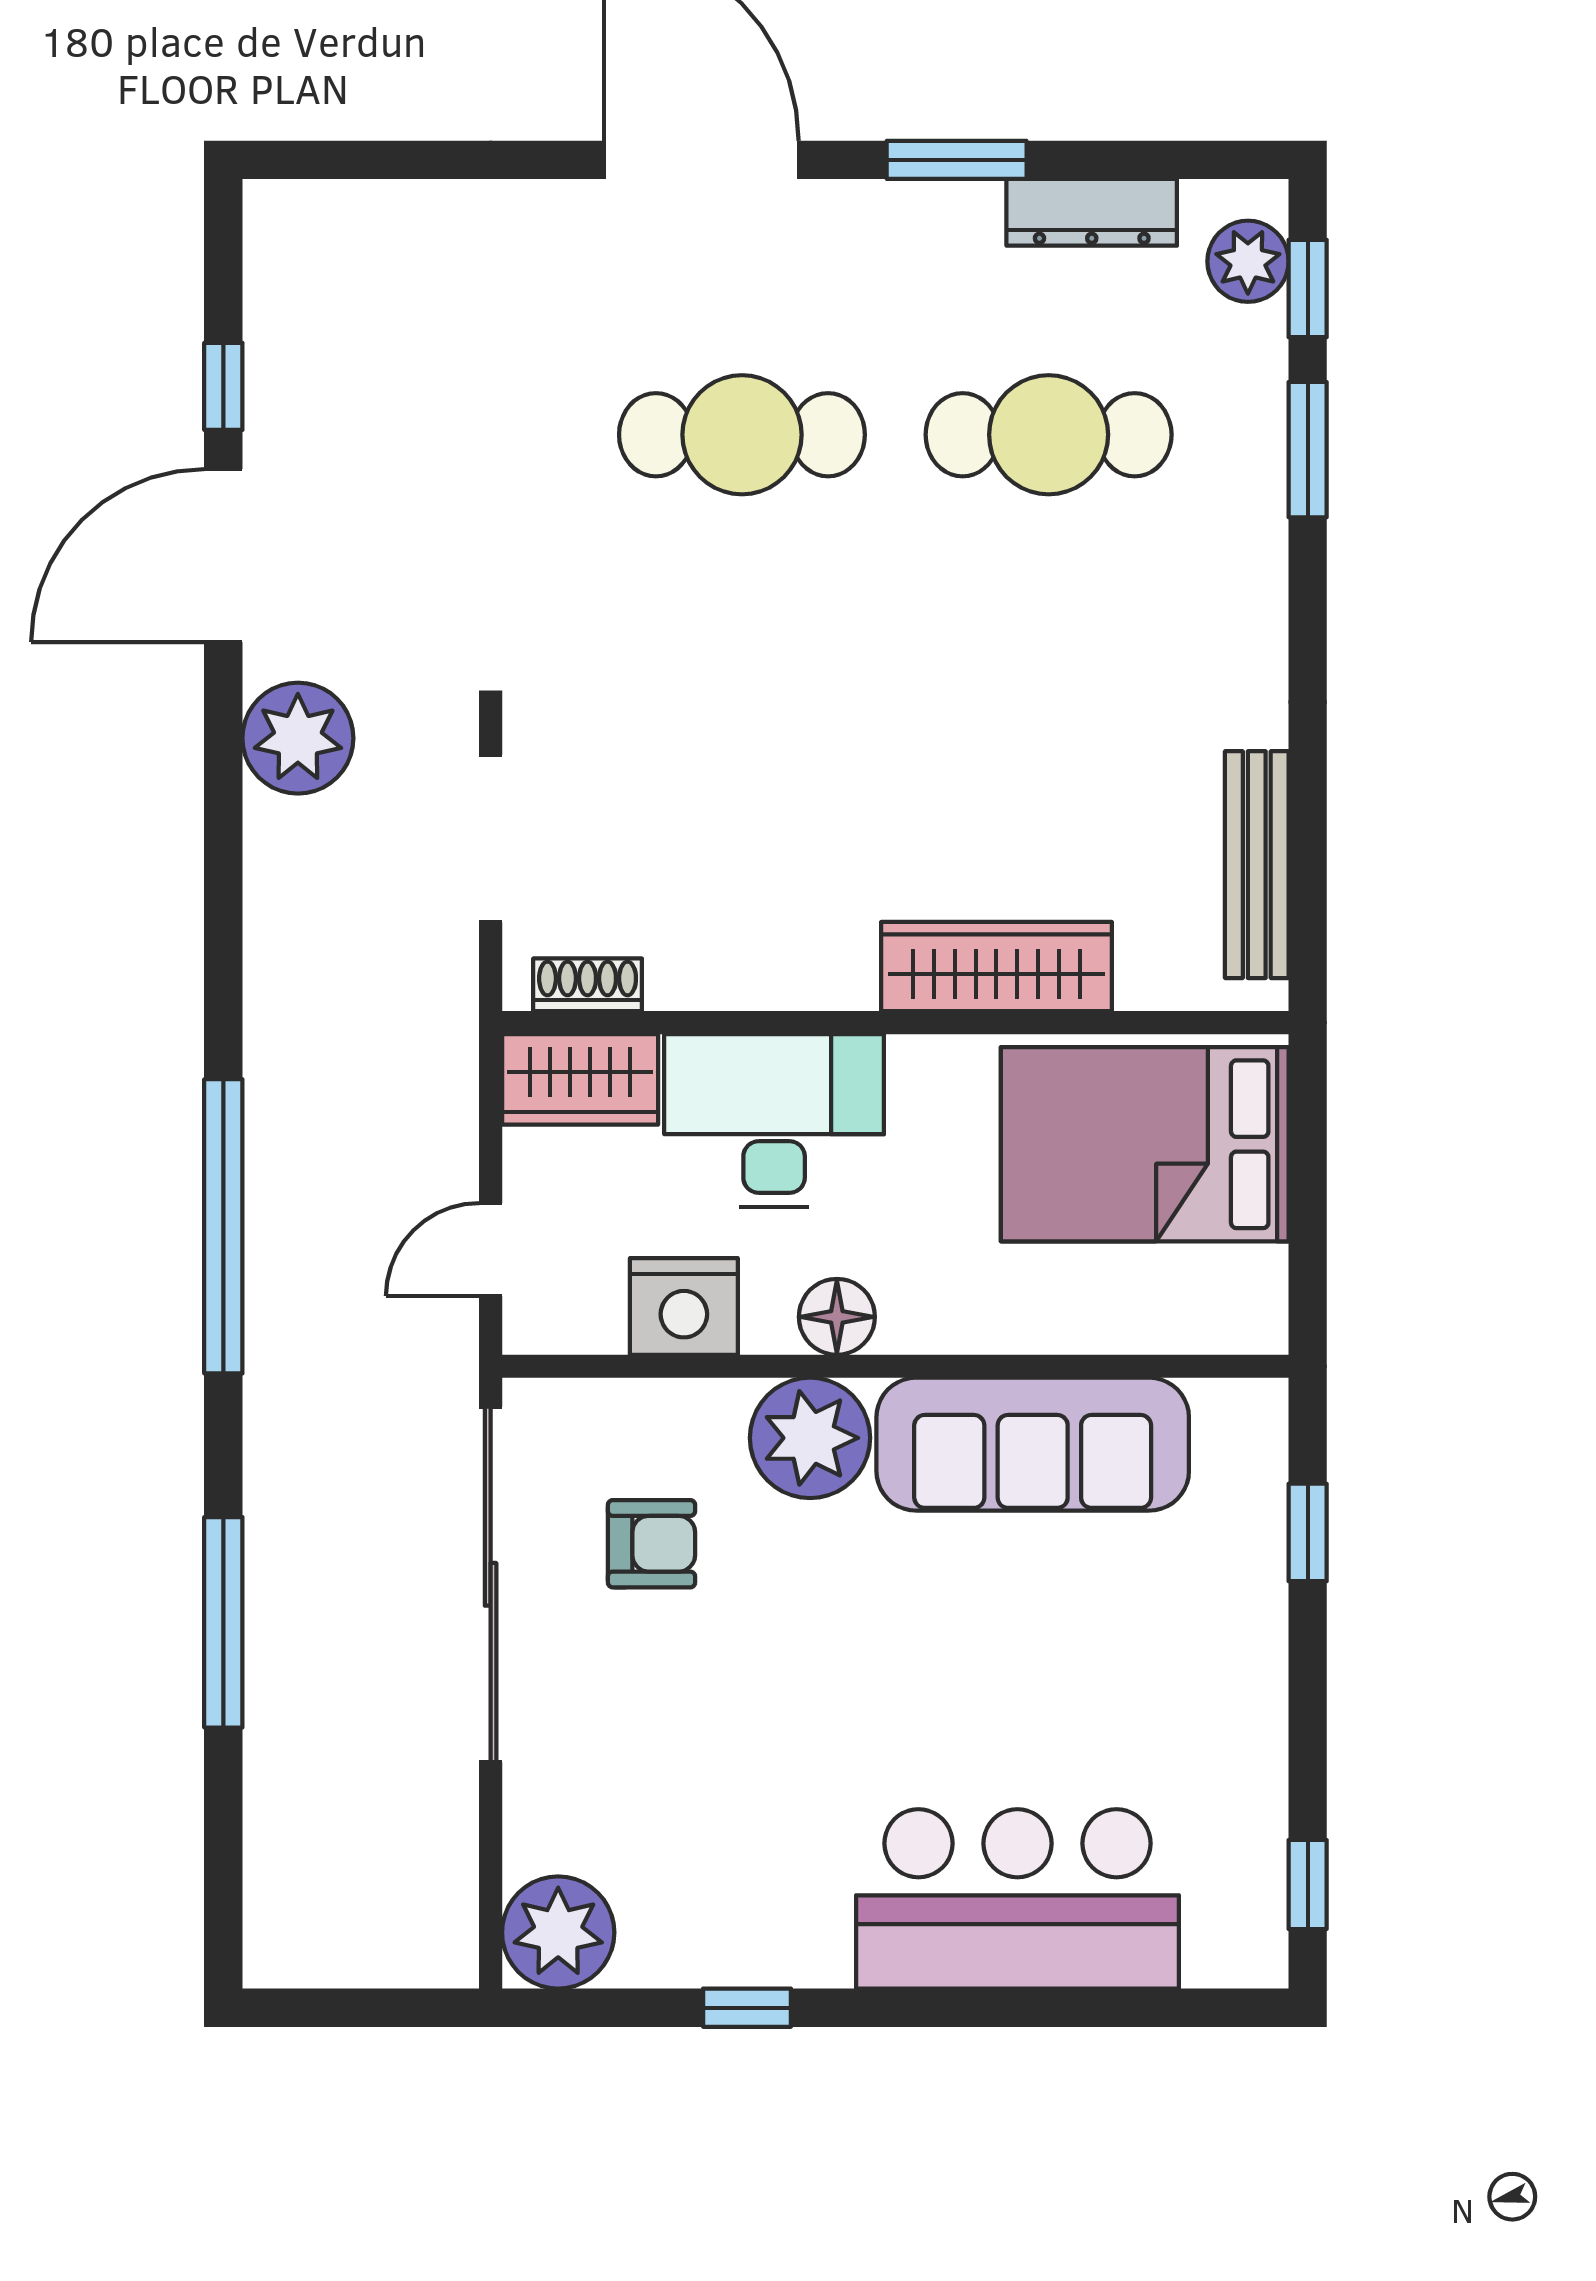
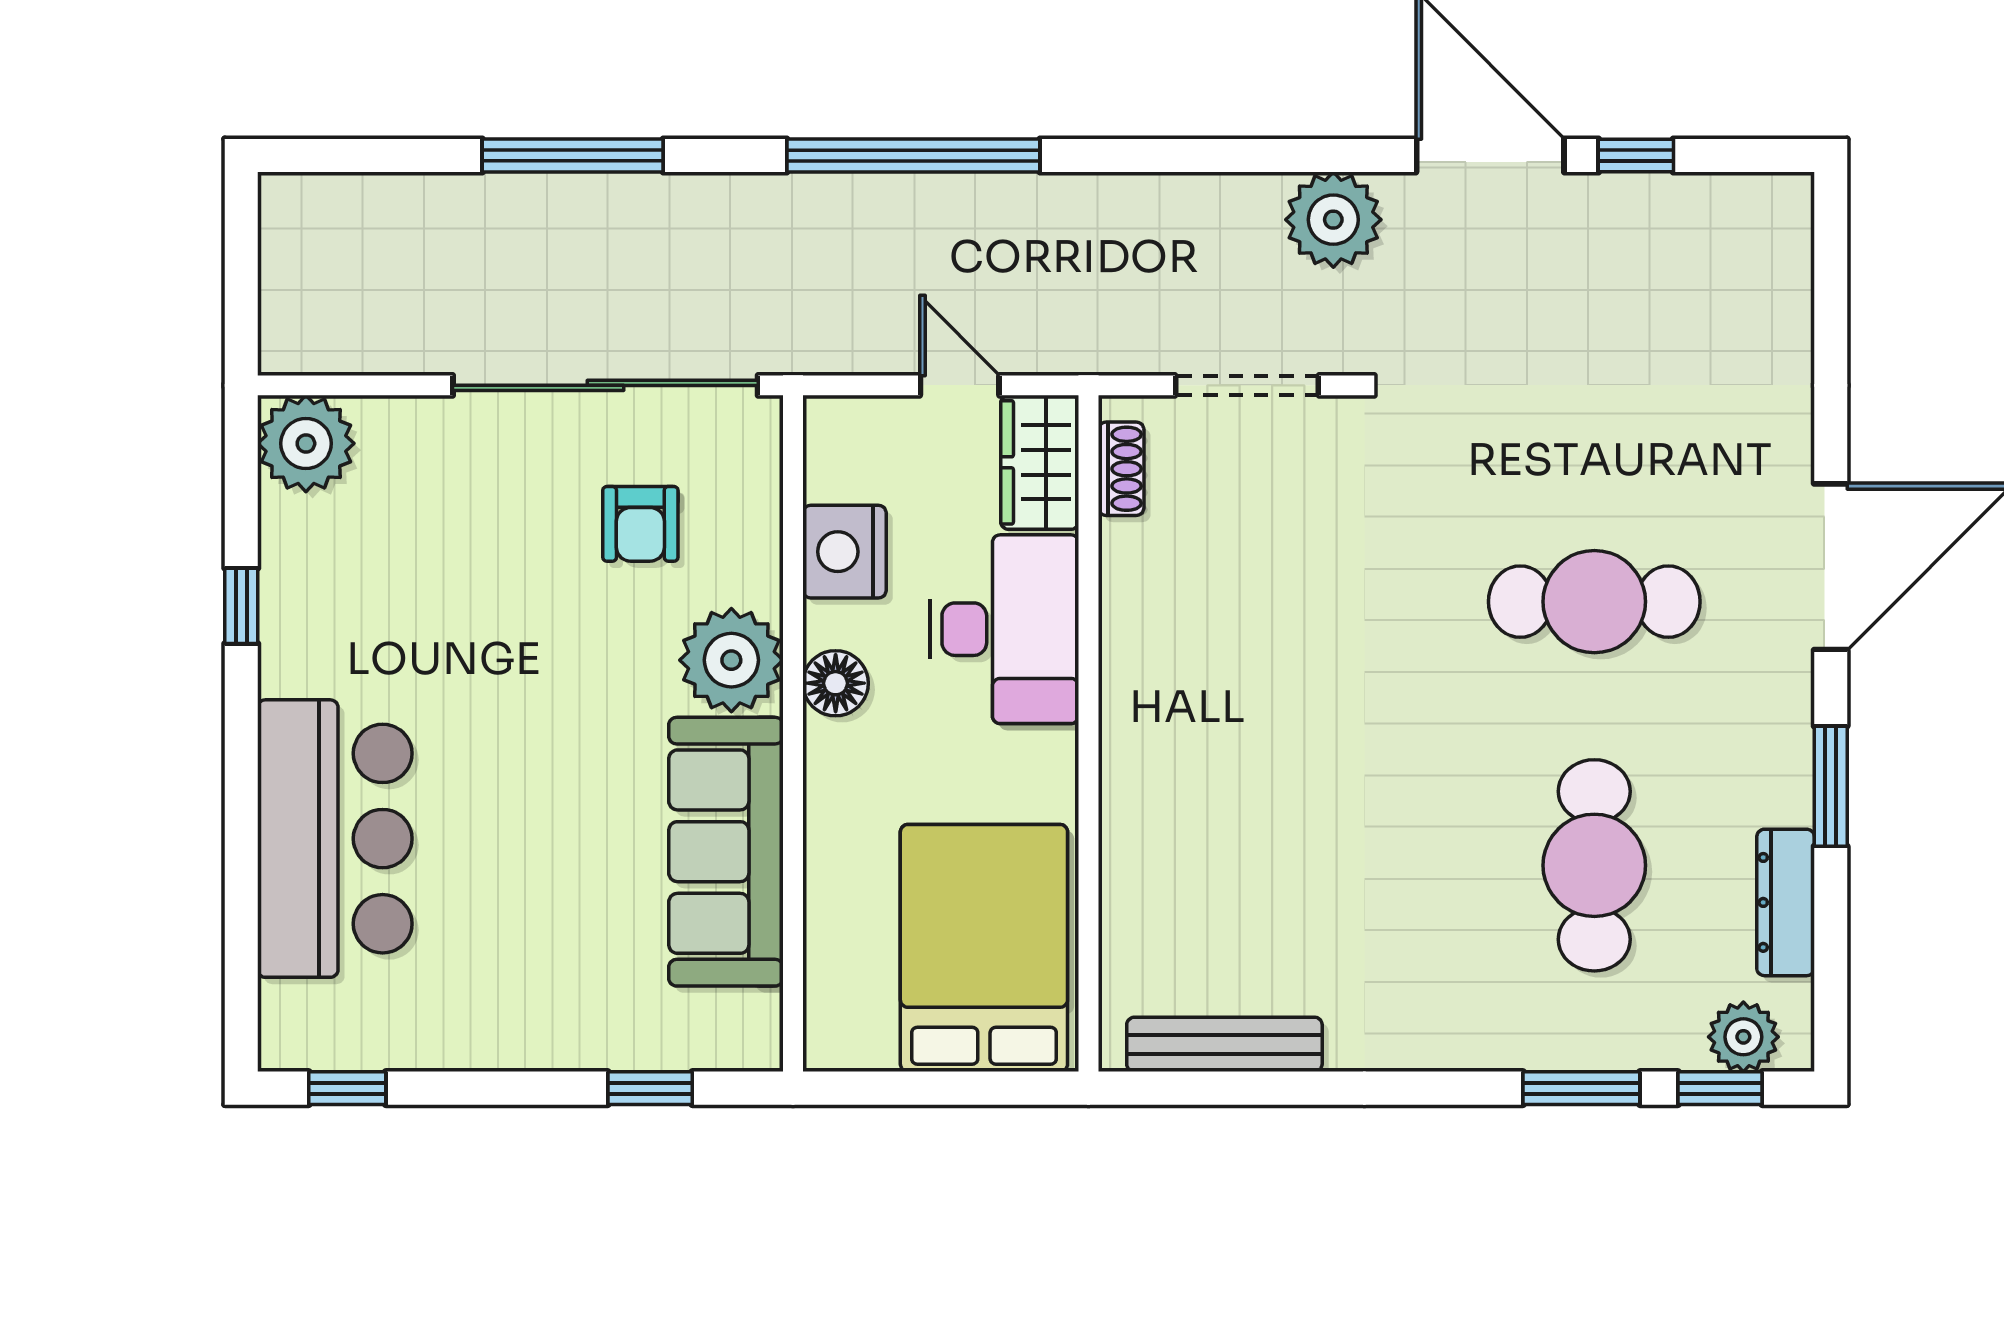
cafe table: (742, 435) -> (1594, 602), turned 90
wardrobe: (996, 967) -> (1137, 821), removed
door: (491, 1250) -> (960, 385), moved

